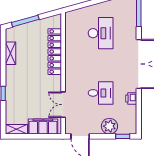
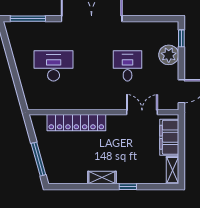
shelving: (10, 53) -> (102, 177), moved
printer: (131, 99) -> (134, 28), removed
double door: (63, 105) -> (142, 112), swing flipped

